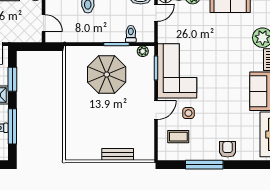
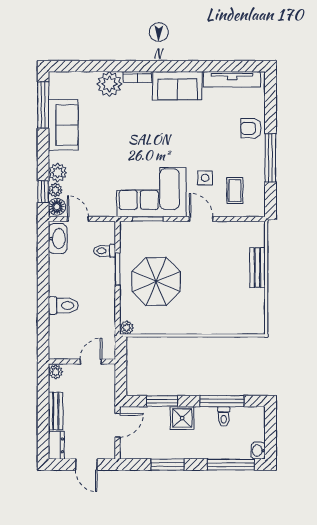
plant: (143, 51) -> (127, 328), moved

